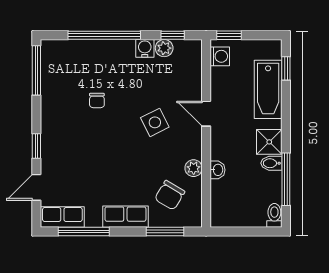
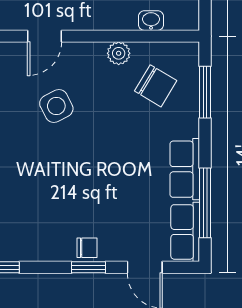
chair: (97, 100) -> (87, 248), moved
washbasin: (218, 170) -> (151, 21), moved
row of seats: (125, 217) -> (185, 169), moved

